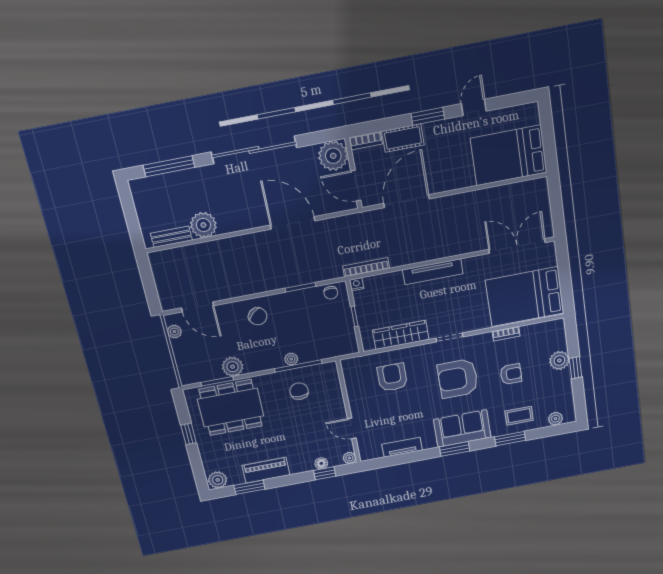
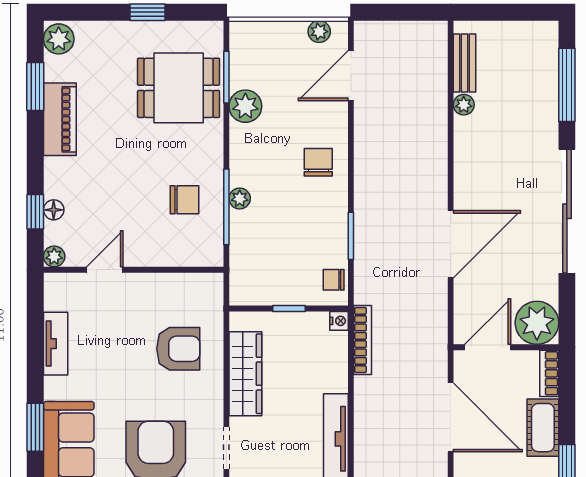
plant: (203, 225) -> (464, 105), width x0.53, depth x0.53
chair: (258, 316) -> (318, 162), turned 131
dining table: (231, 408) -> (179, 88), width x0.73

